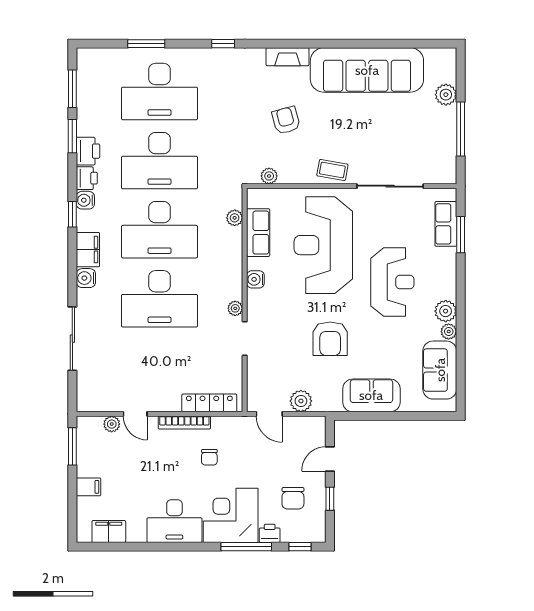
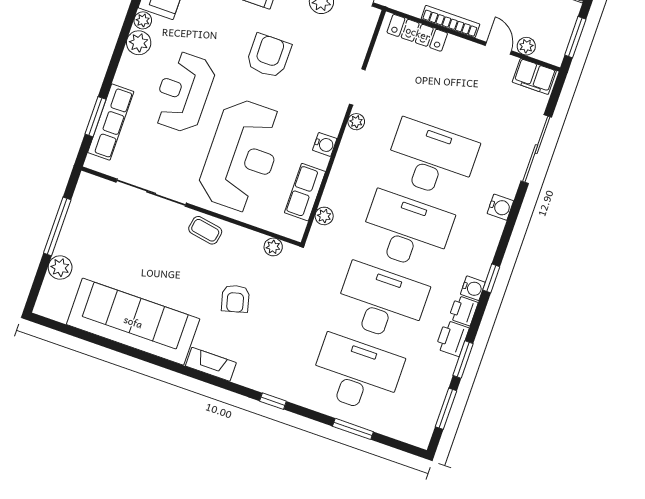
row of seats: (446, 224) -> (111, 122), width x1.48
filing cabinet: (88, 250) -> (534, 76), moved, turned -90

